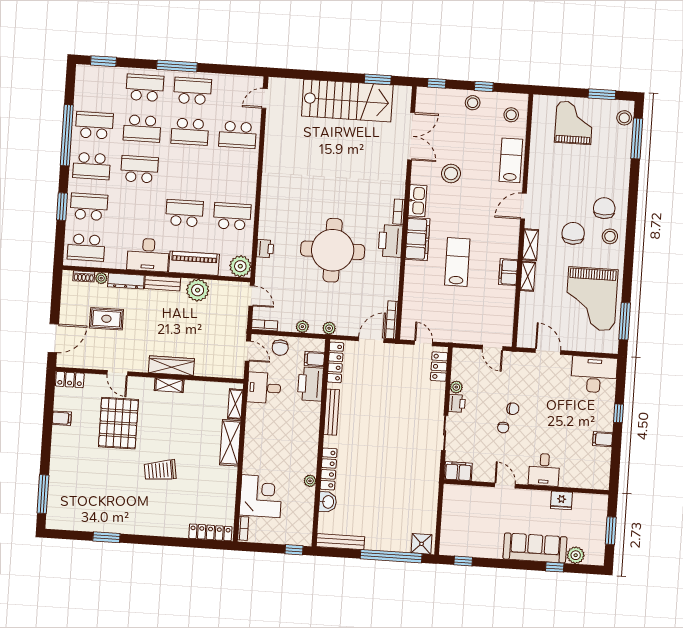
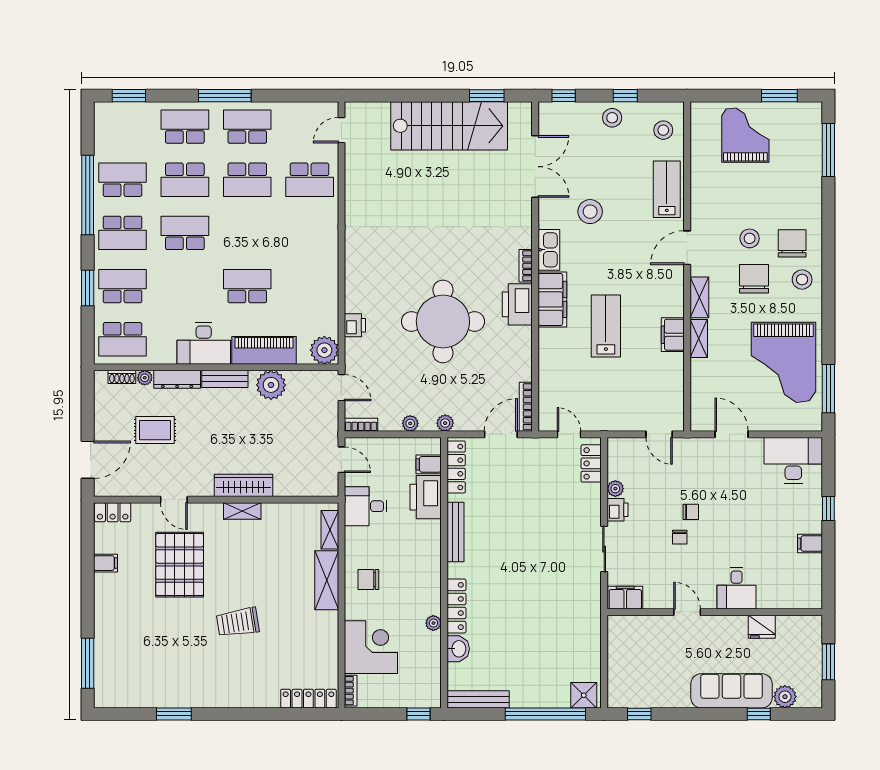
stool: (624, 118) -> (750, 238), moved
school desk: (232, 216) -> (310, 286), removed
chair: (280, 348) -> (368, 580), moved, turned 90

